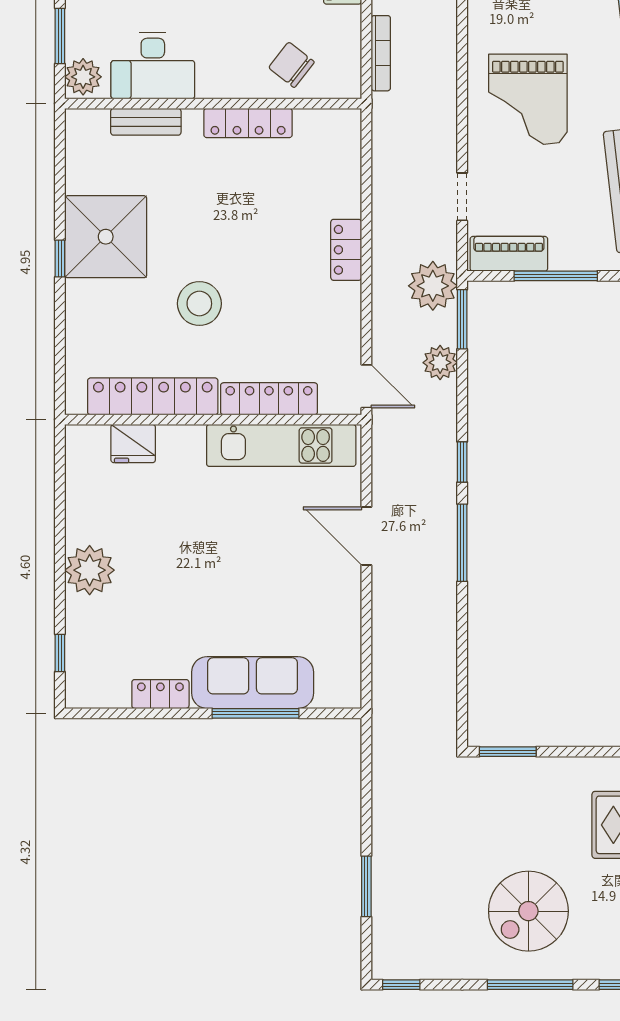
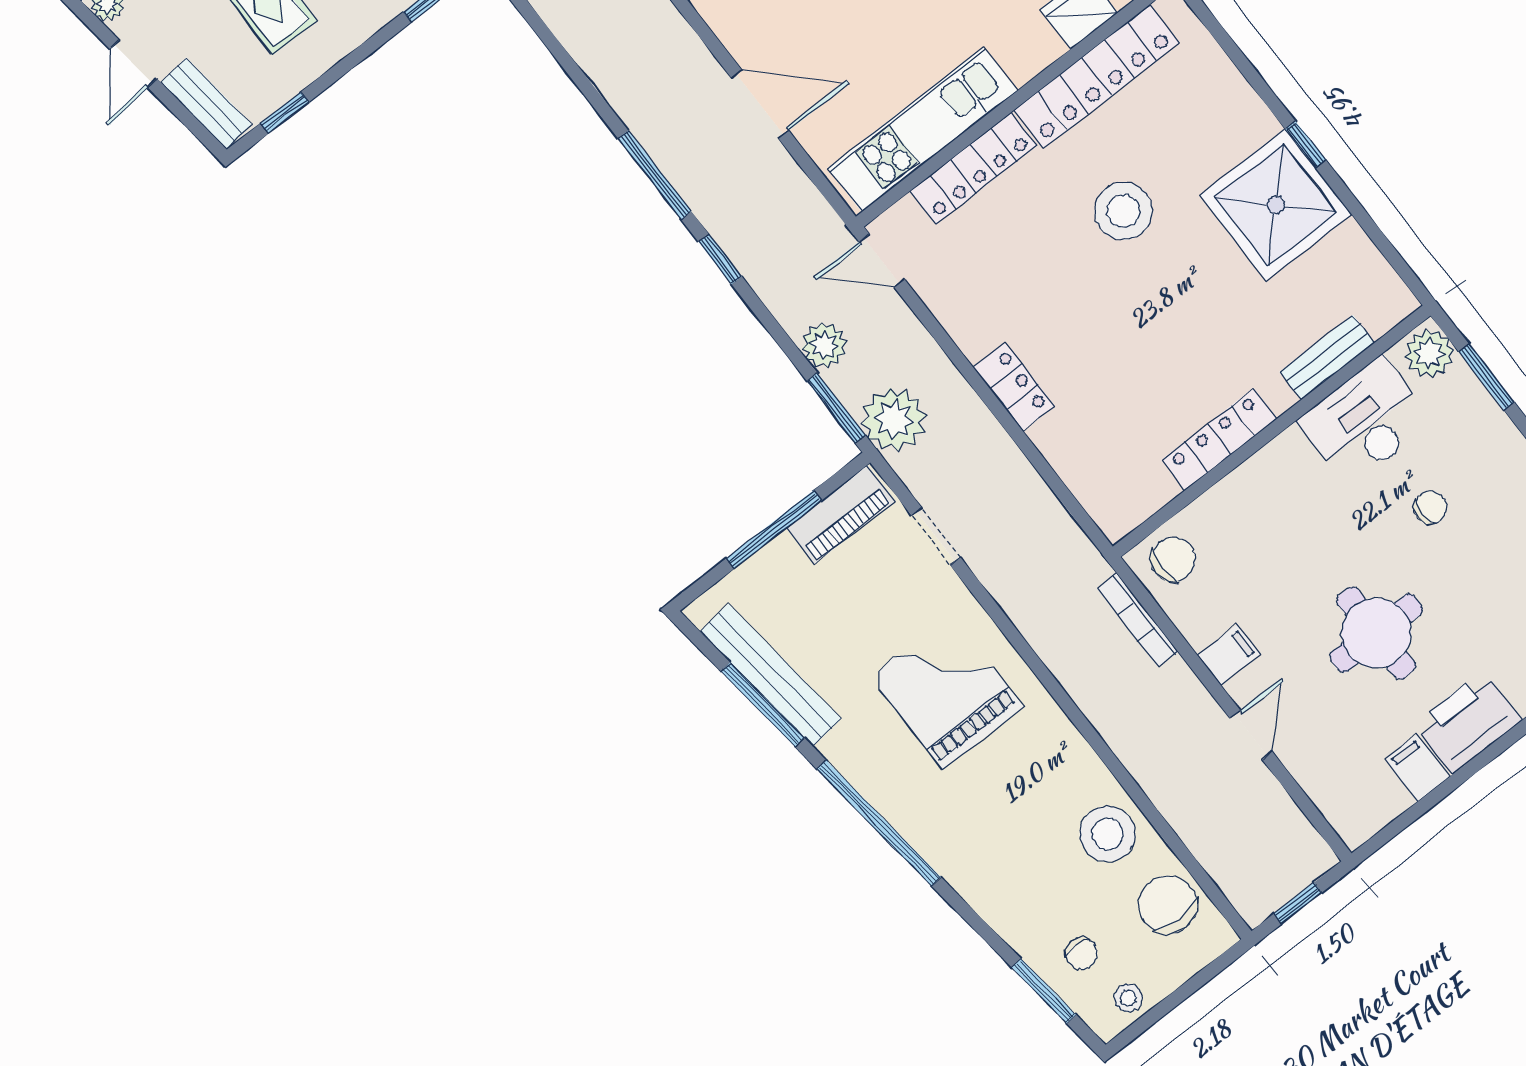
chair: (291, 65) -> (1173, 559), moved, turned -38

